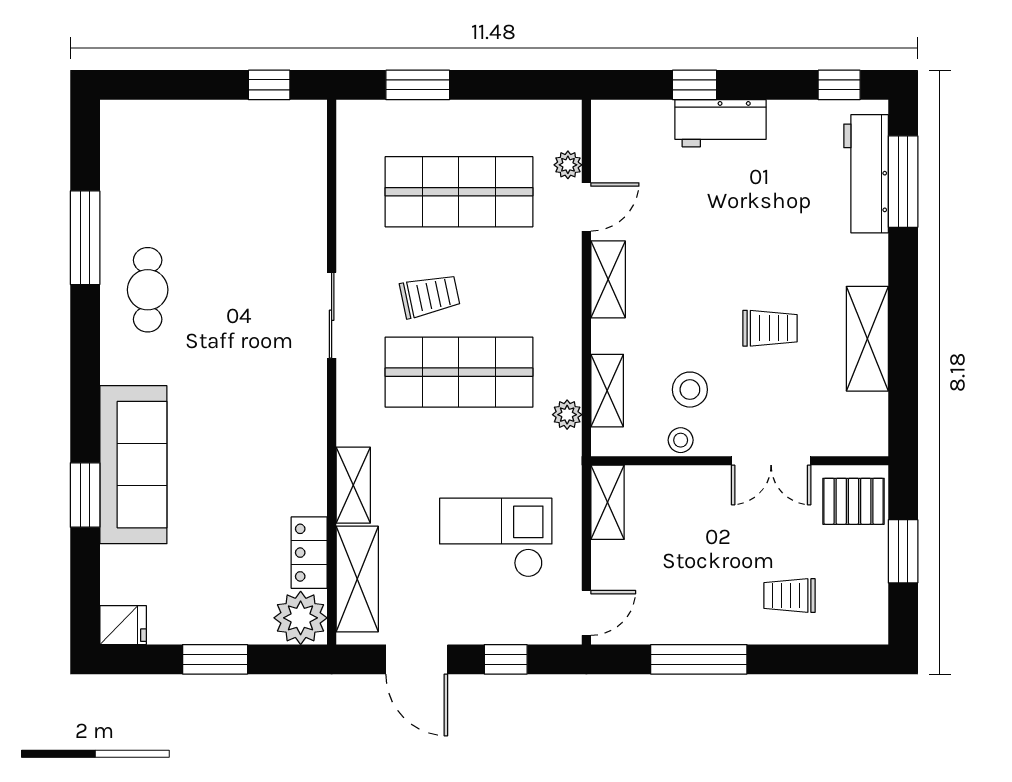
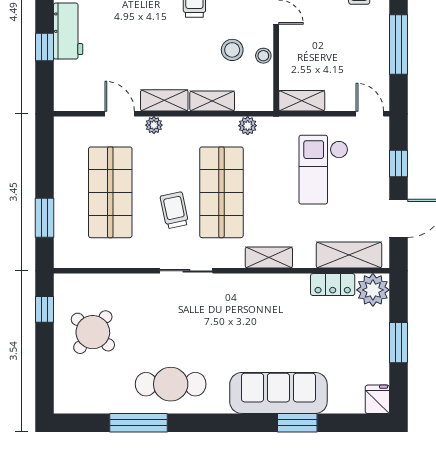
round table: (232, 163) -> (93, 332), added
plant: (568, 165) -> (154, 125), moved
cafe table: (148, 290) -> (171, 384), width x1.37, depth x1.35
shelving: (607, 391) -> (212, 101), moved
shelving: (353, 485) -> (269, 257), moved

